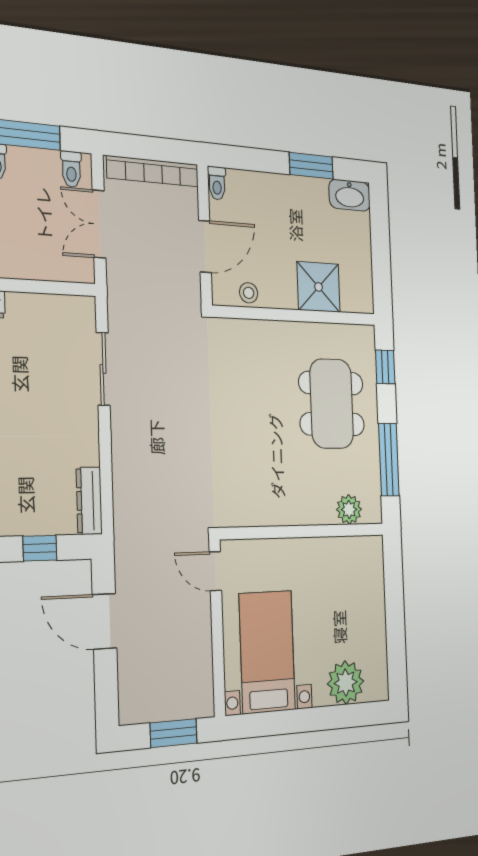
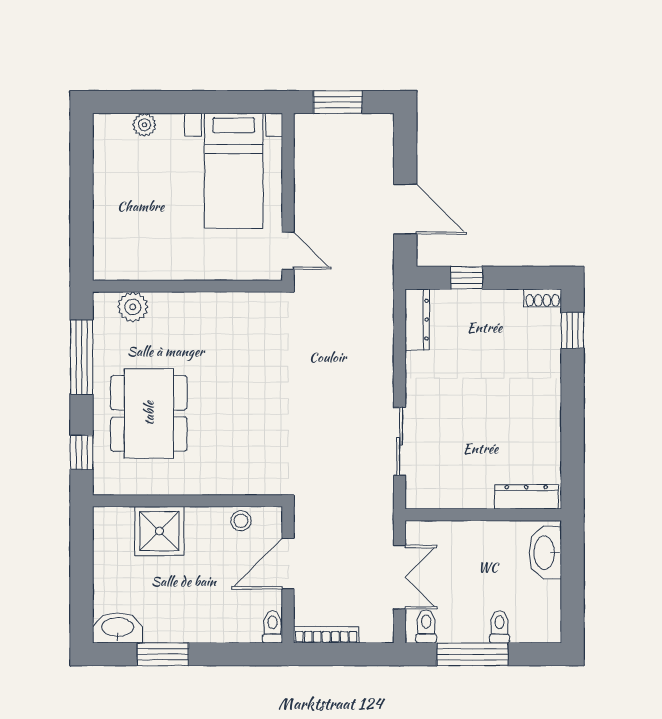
bookcase: (153, 171) -> (326, 635), width x0.68, depth x0.76
plant: (346, 683) -> (144, 125), width x0.53, depth x0.53

